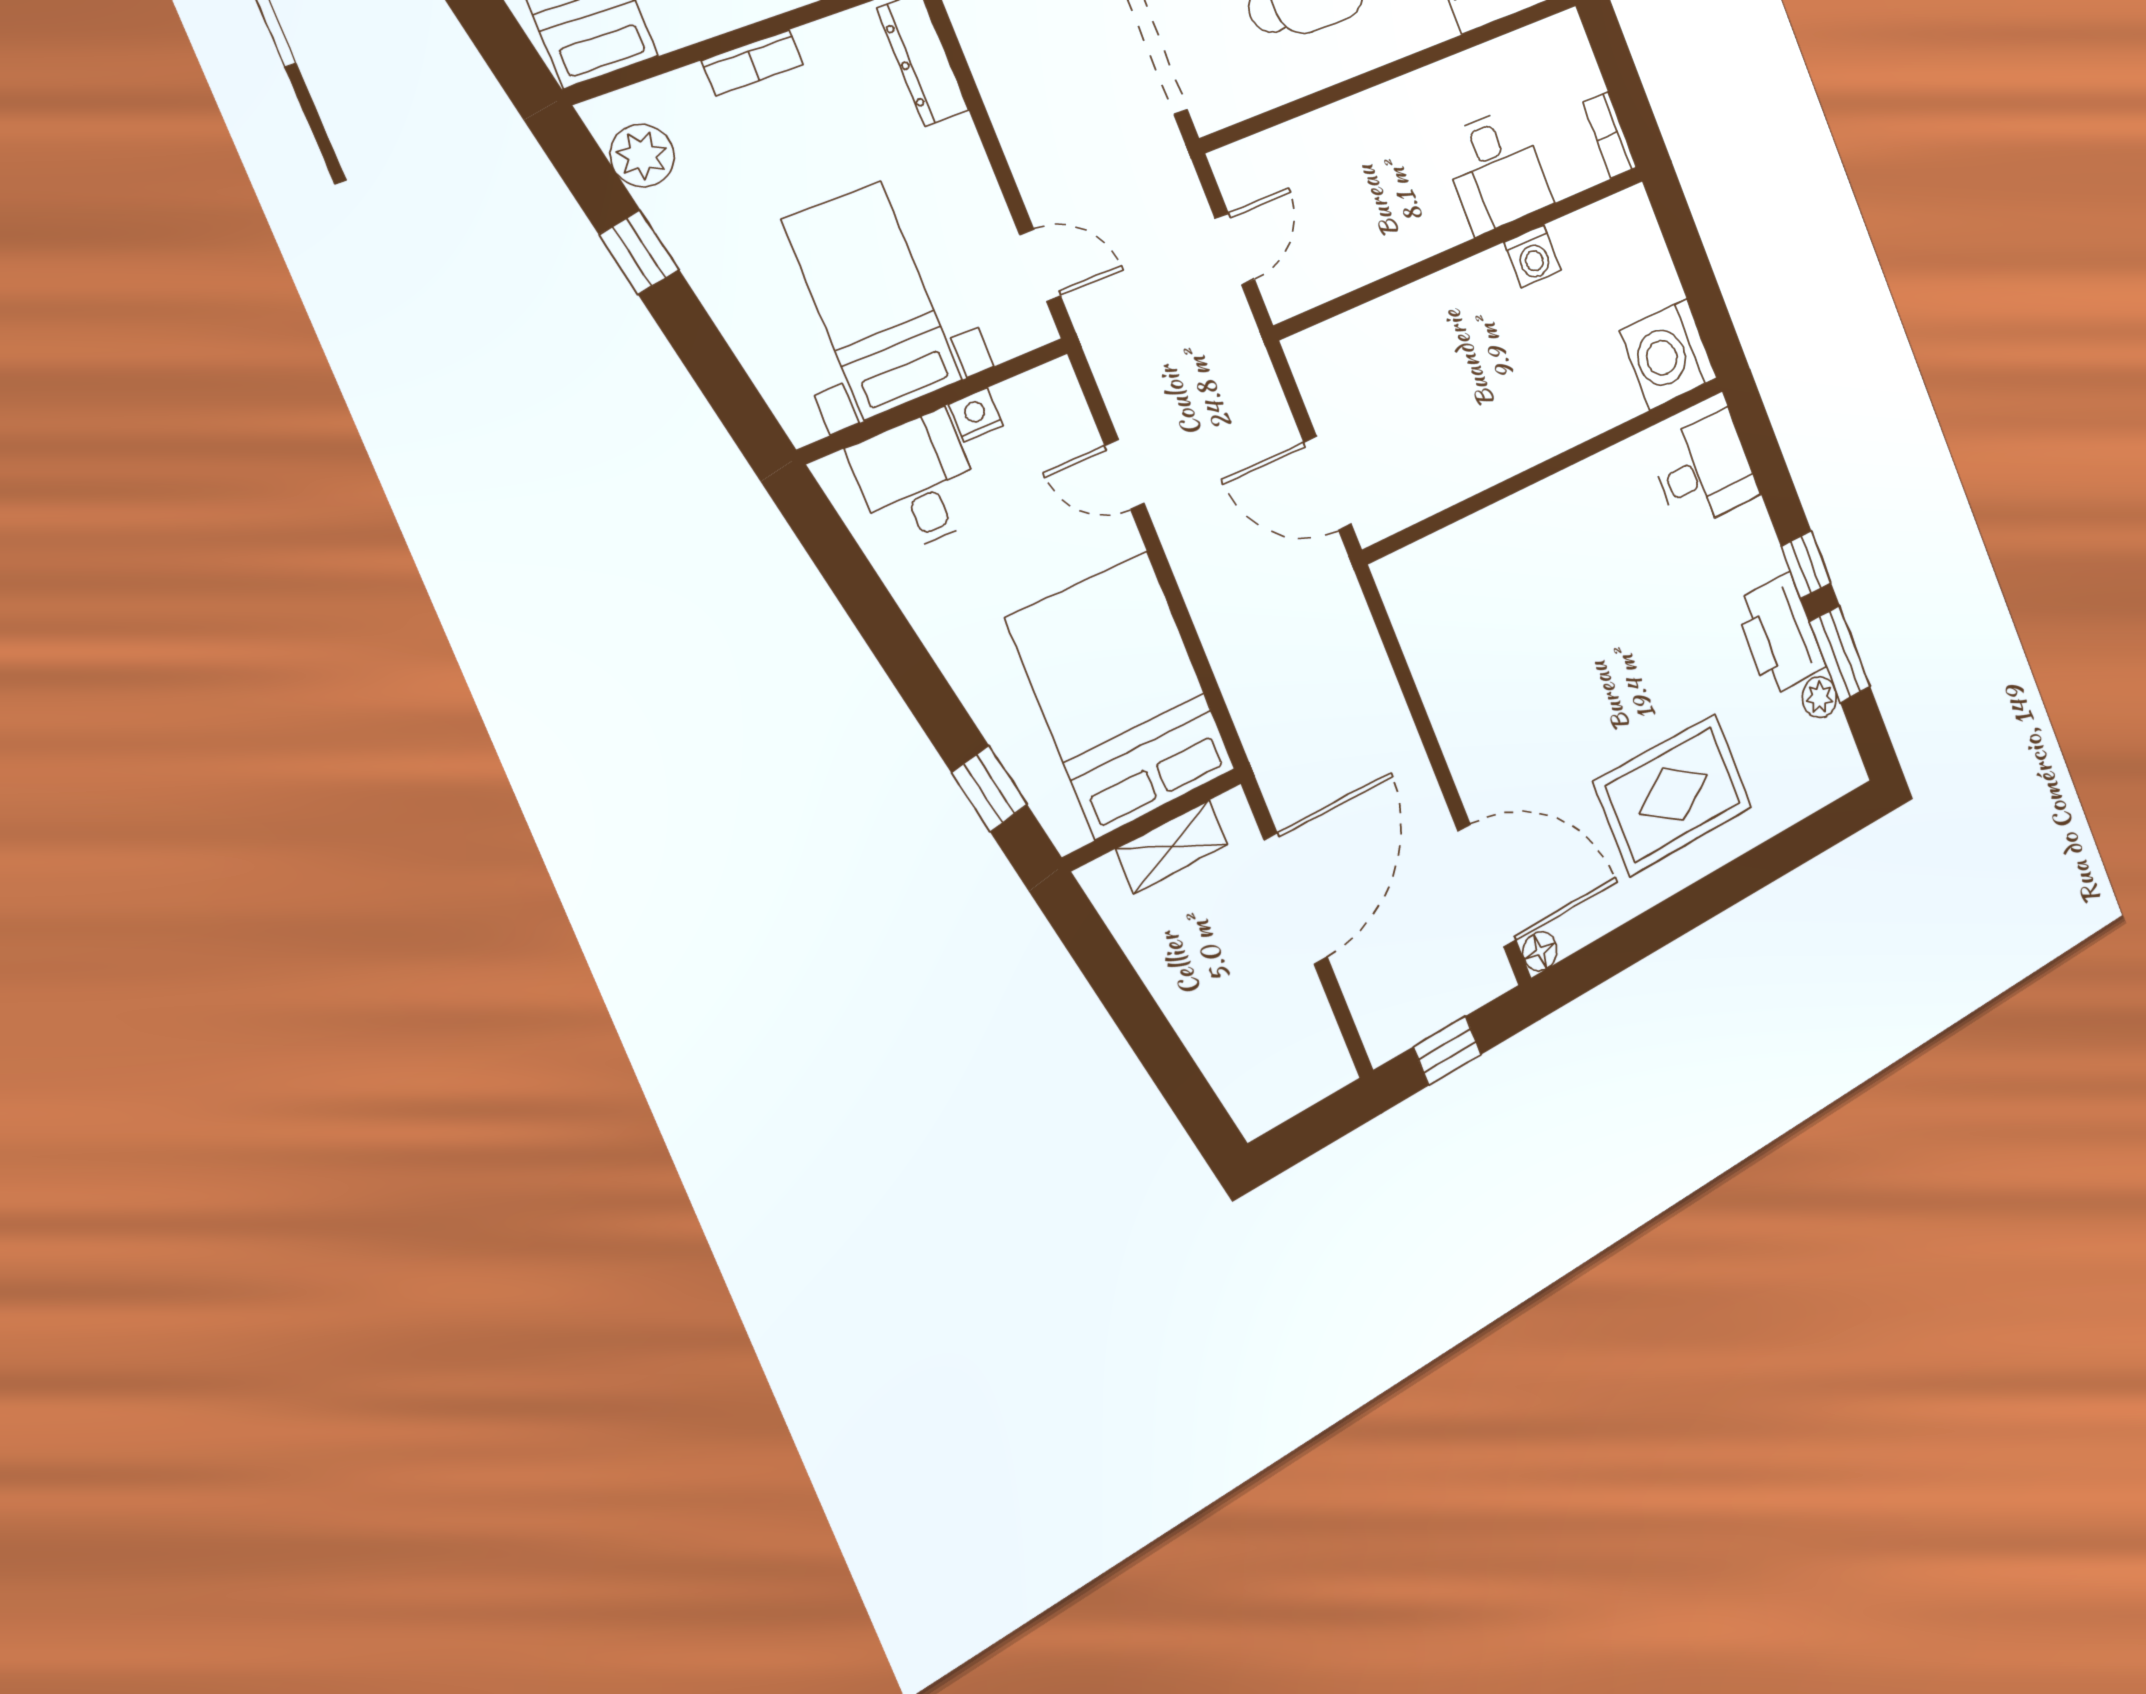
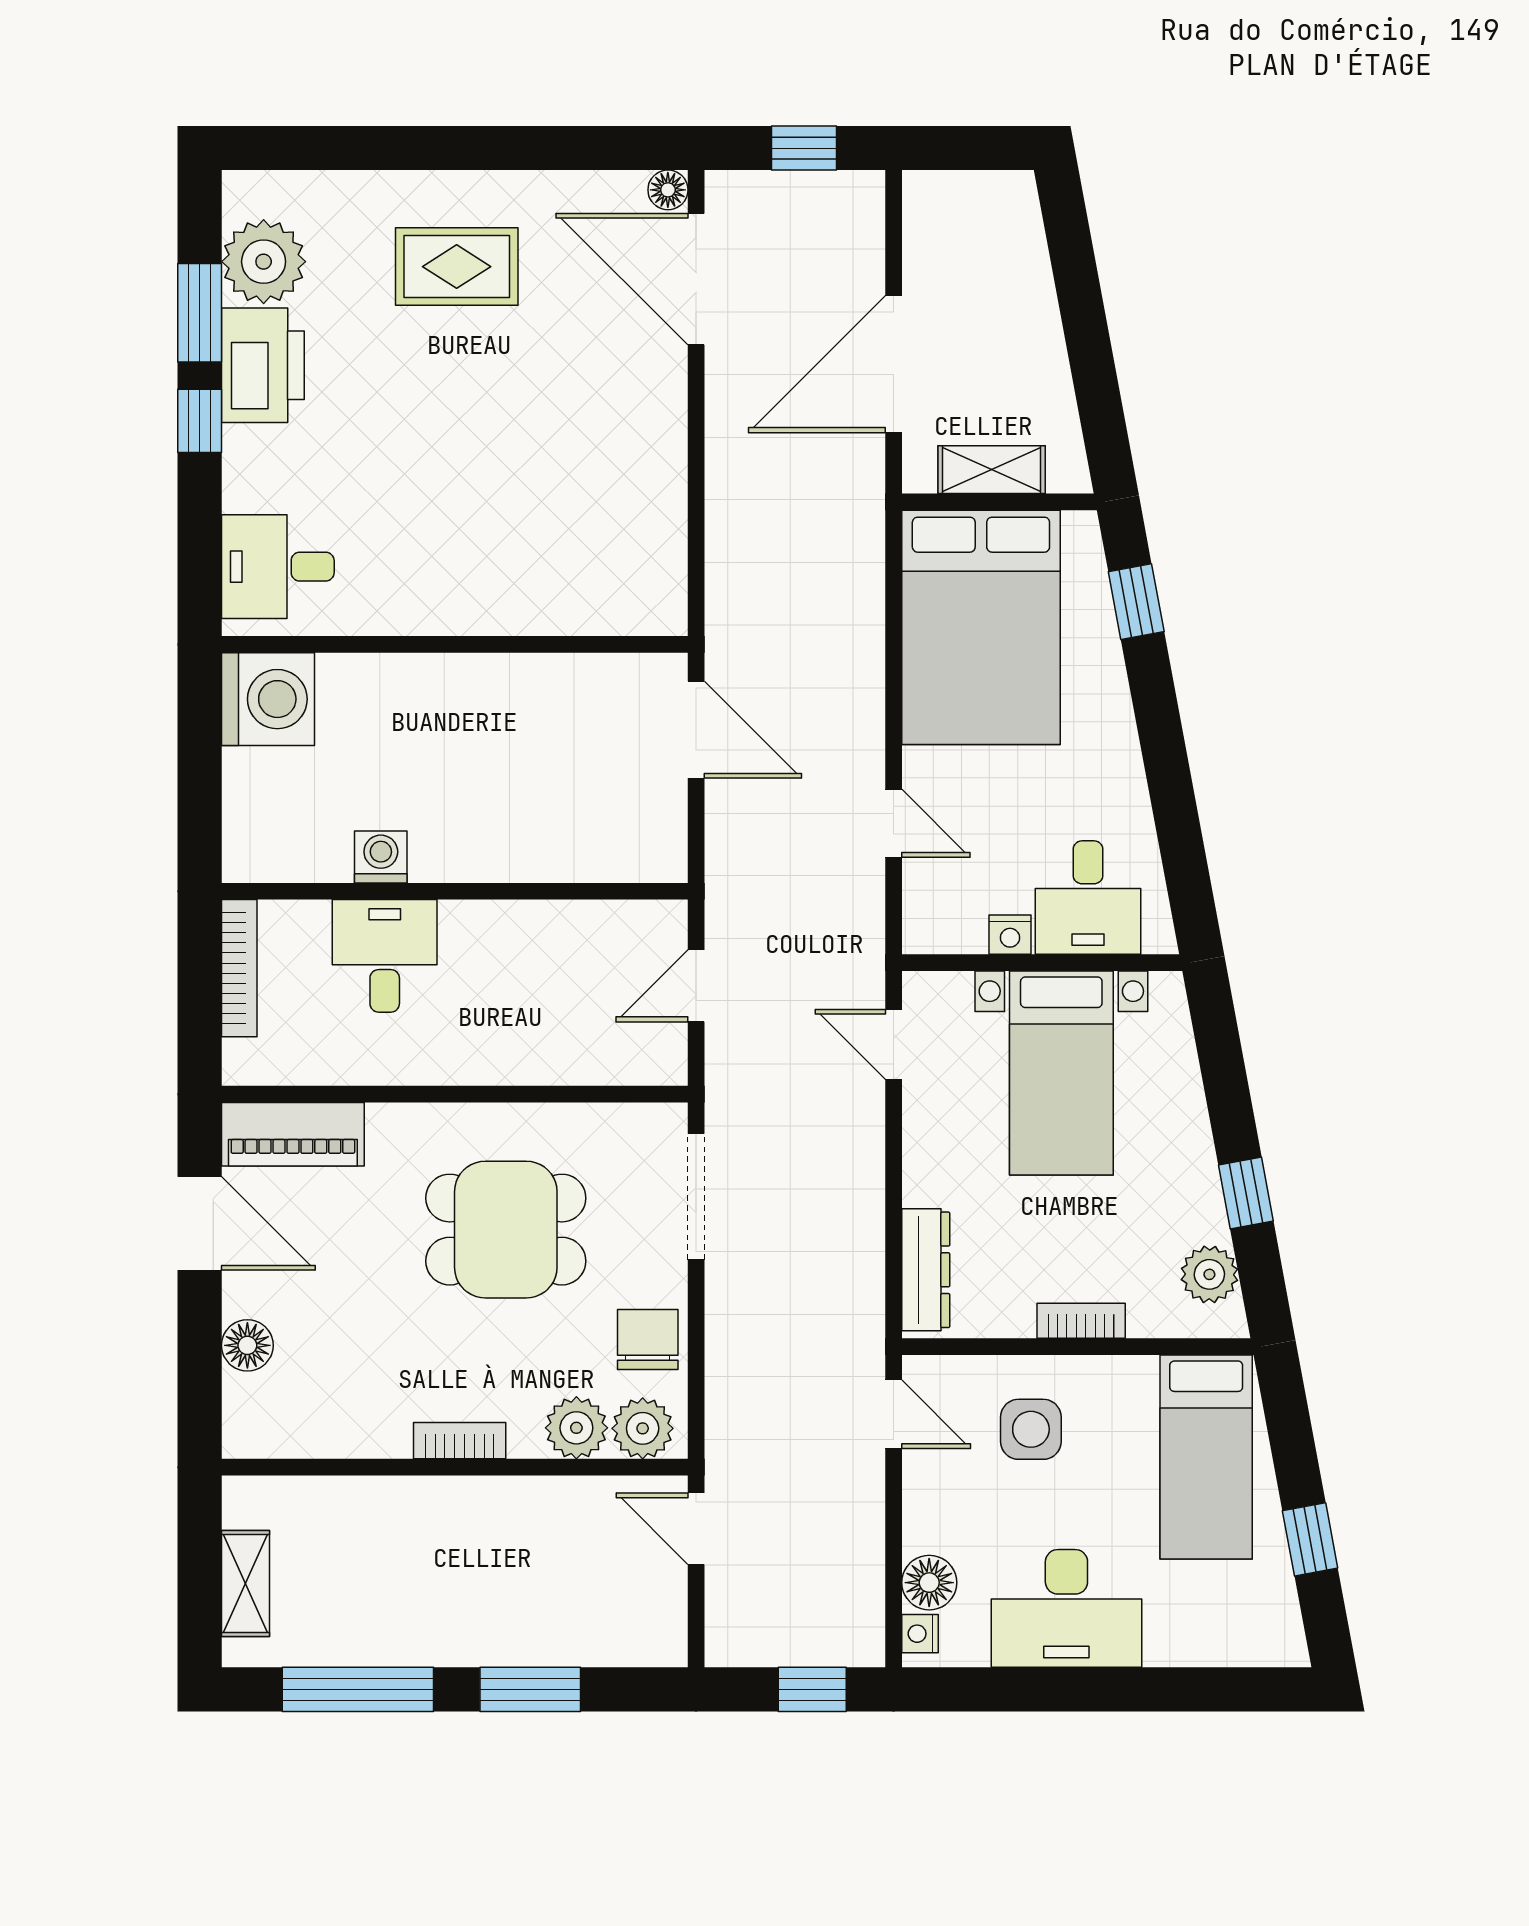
bookcase: (1610, 135) -> (239, 968), width x1.56
plant: (1819, 697) -> (264, 262), width x1.87, depth x1.87
rug: (1673, 794) -> (457, 267), width x0.73, depth x0.70

